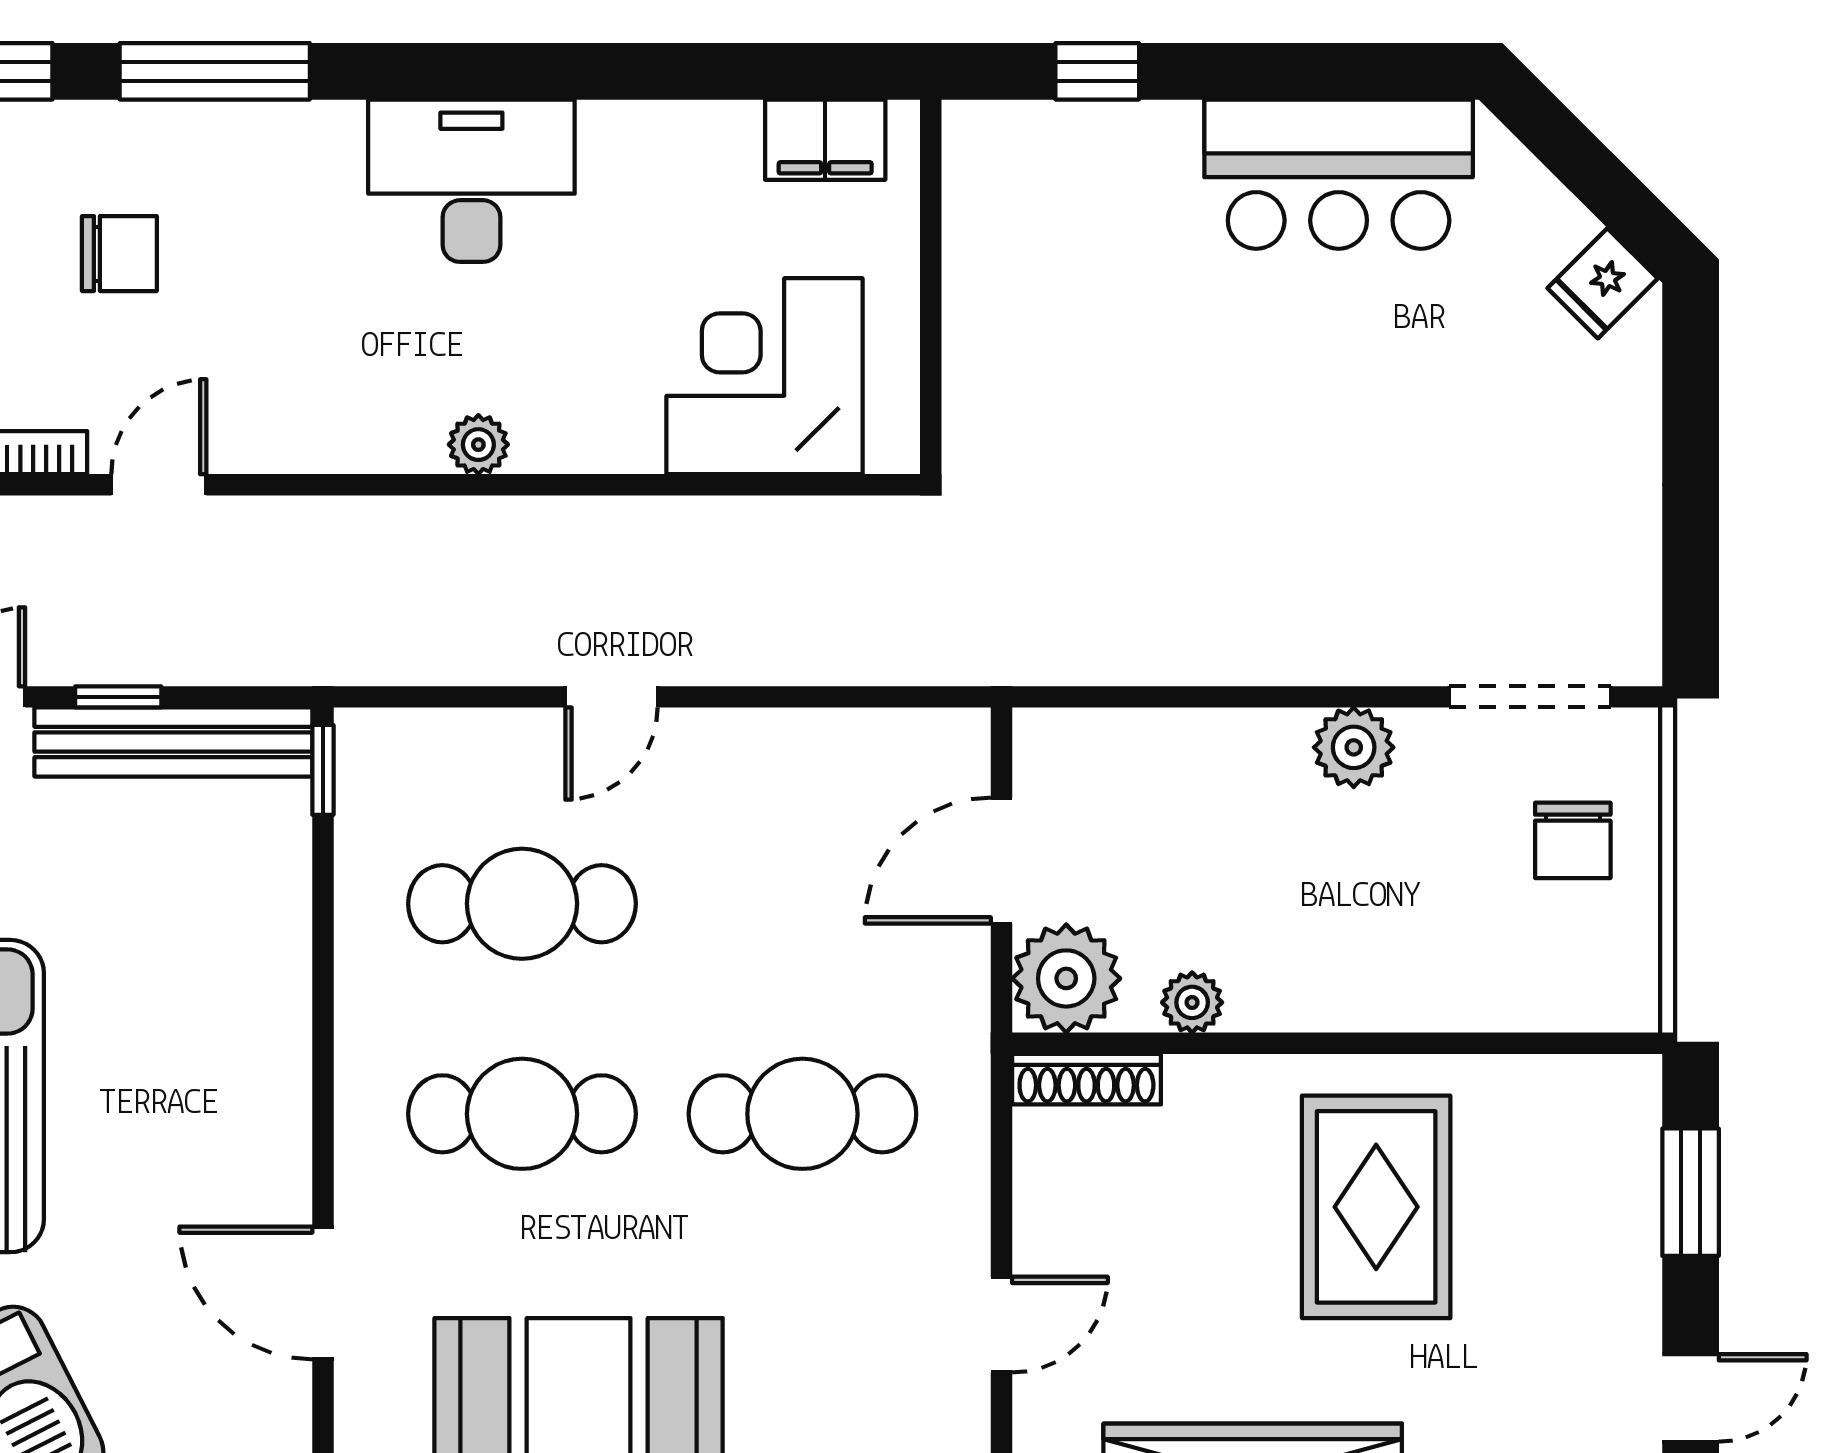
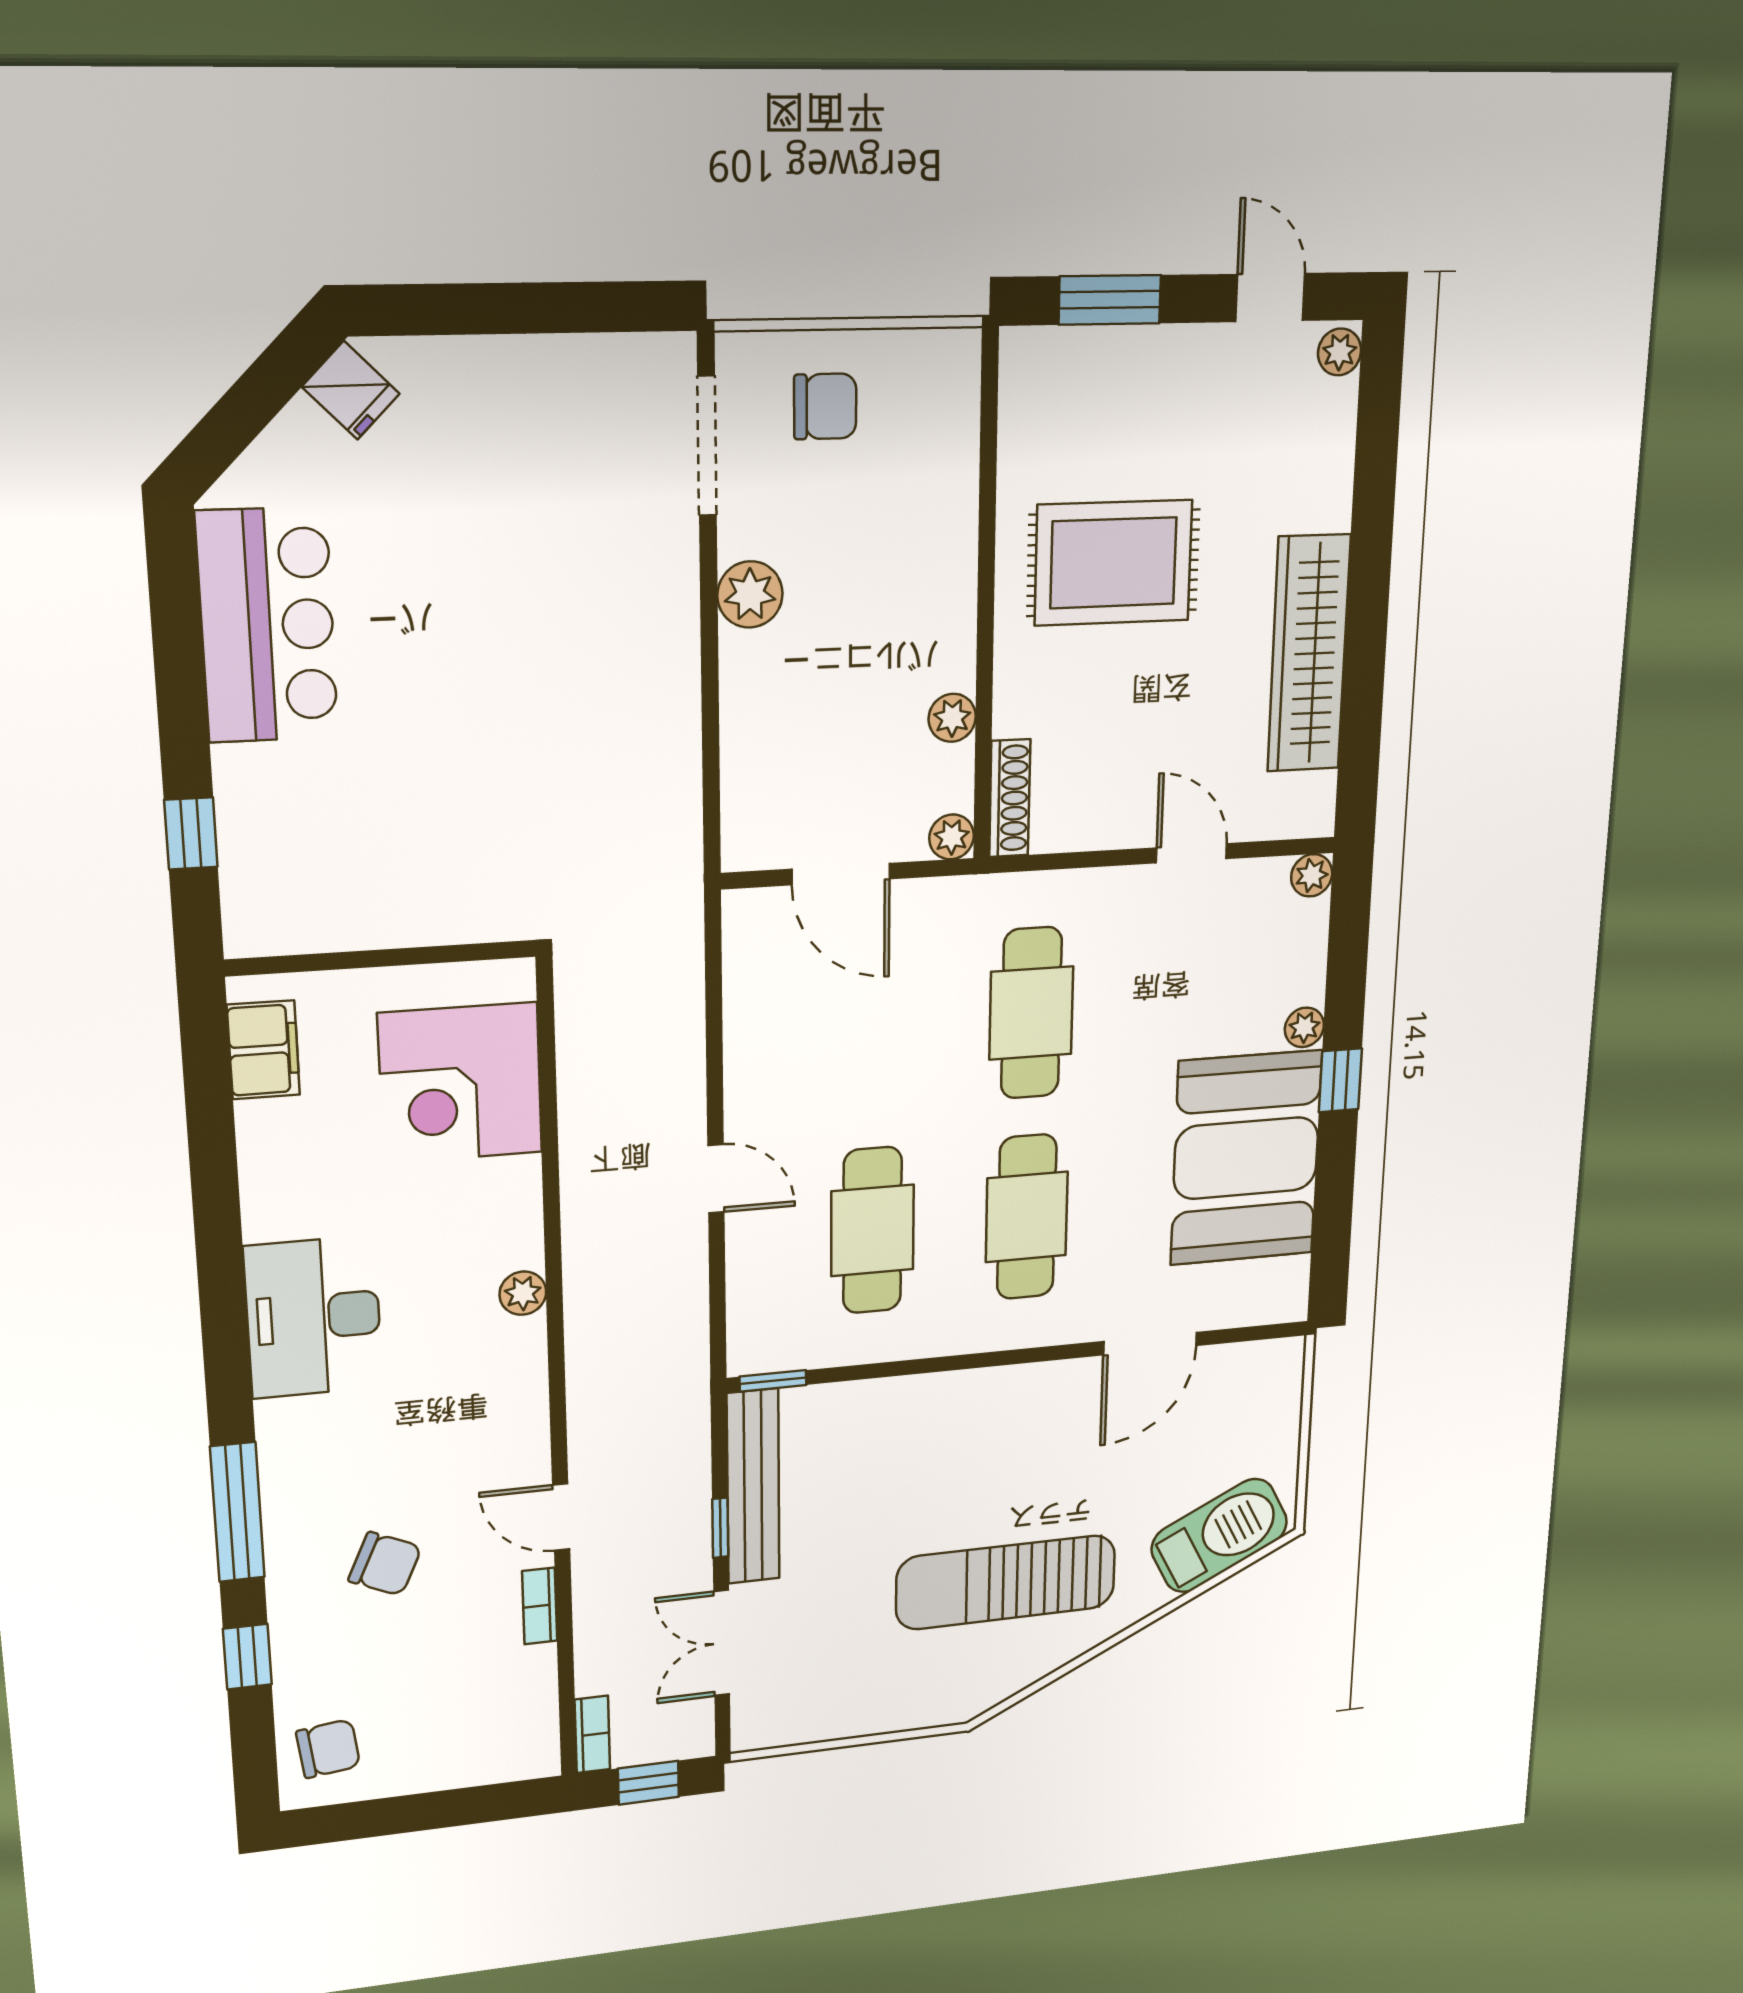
chair: (119, 254) -> (385, 1564), turned 114
plant: (1066, 978) -> (952, 837), width x0.53, depth x0.53

